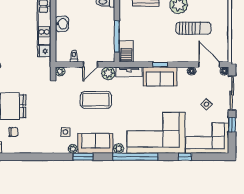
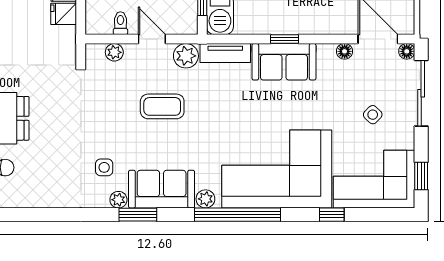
door: (90, 64) -> (152, 39), swing flipped
plant: (60, 71) -> (114, 52), moved
coffee table: (96, 100) -> (162, 106), width x0.73, depth x0.76
window: (232, 125) -> (421, 176), moved

